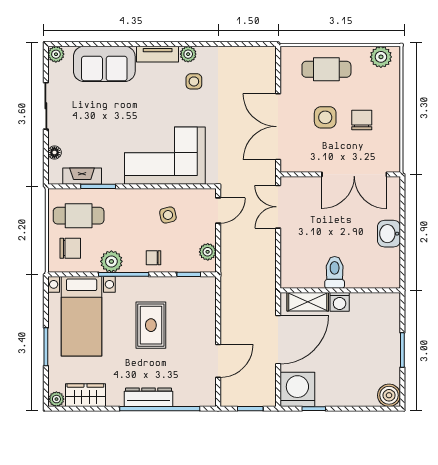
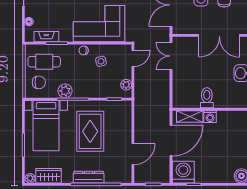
chair: (153, 258) -> (84, 50), moved
rug: (151, 325) -> (90, 131), width x1.36, depth x1.43

